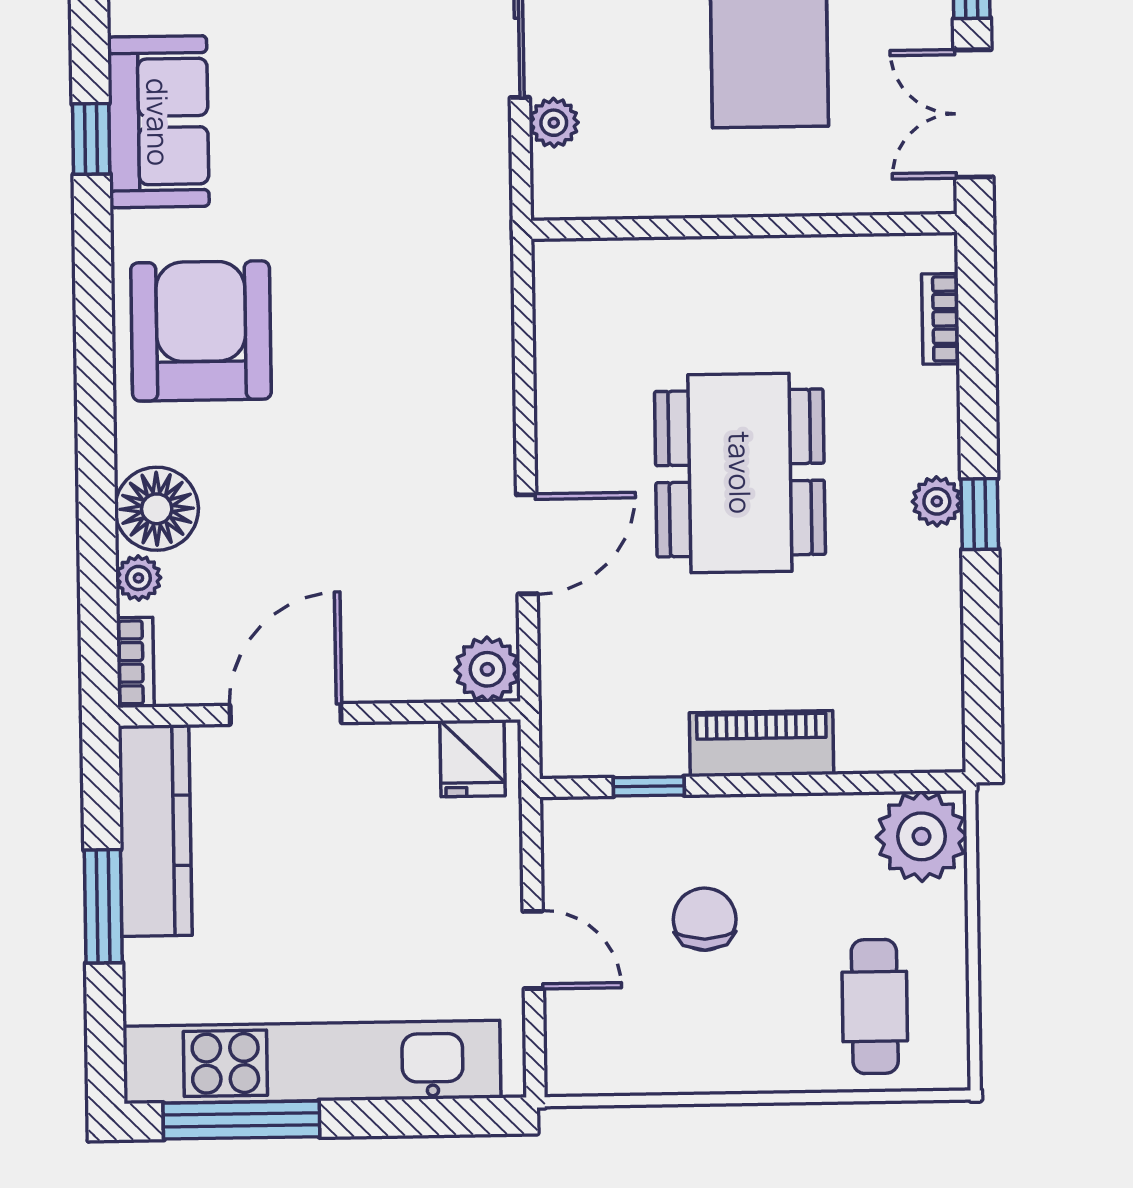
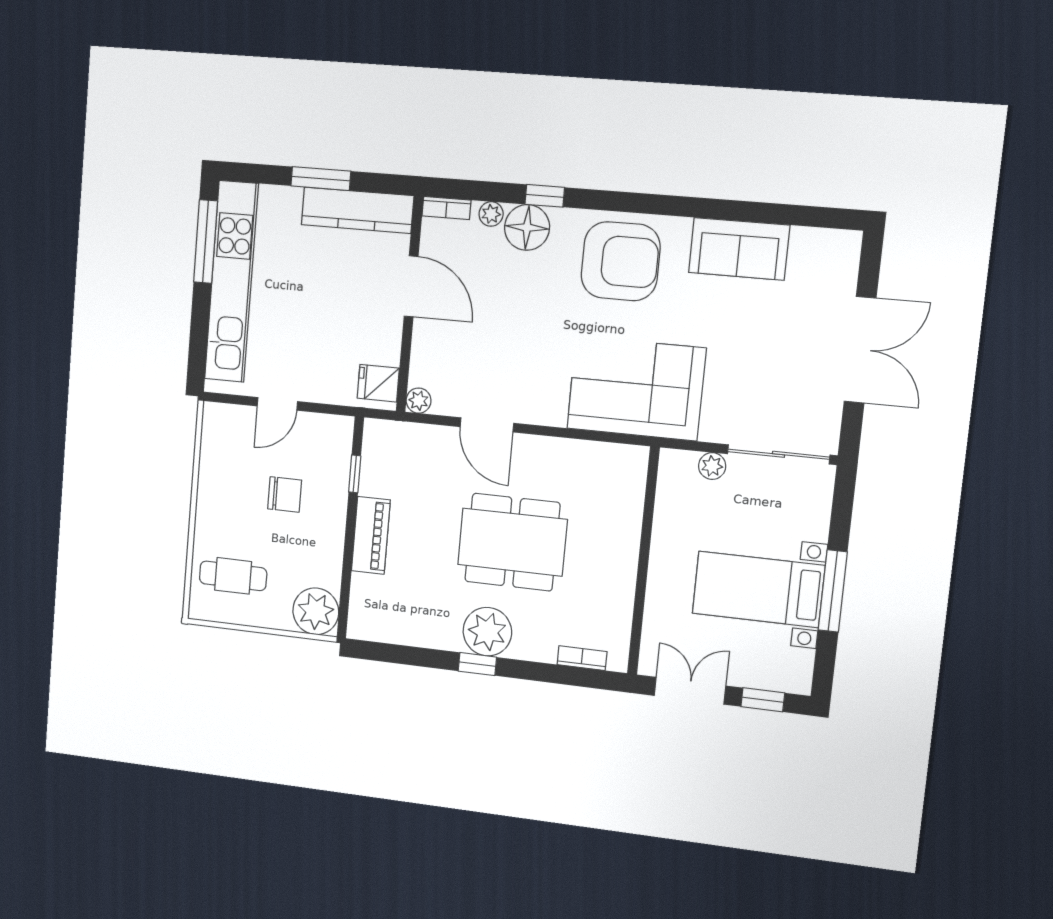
window: (91, 139) -> (545, 196), moved
corner sofa: (428, 276) -> (636, 388), added
plant: (937, 501) -> (487, 632), width x1.87, depth x1.87
plant: (487, 669) -> (419, 401), width x0.73, depth x0.73

